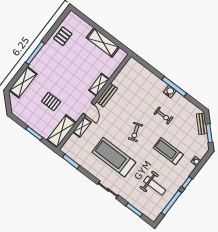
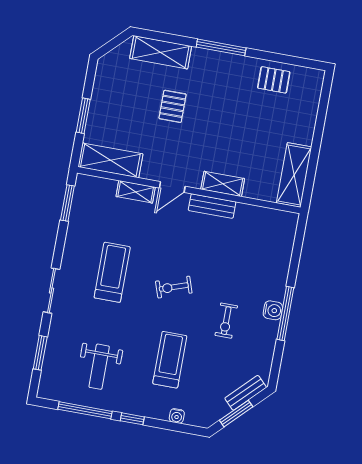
shelving: (103, 43) -> (294, 175), moved
pallet: (51, 102) -> (173, 106), moved
treadmill: (114, 157) -> (112, 272), width x0.73, depth x0.73

